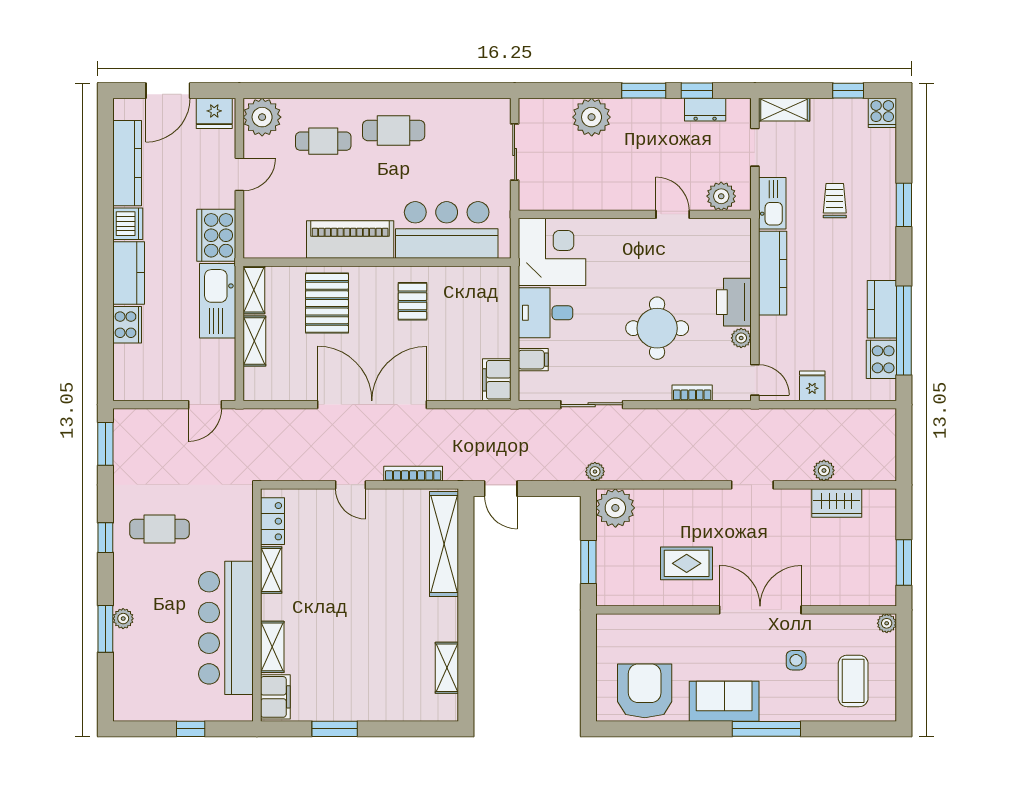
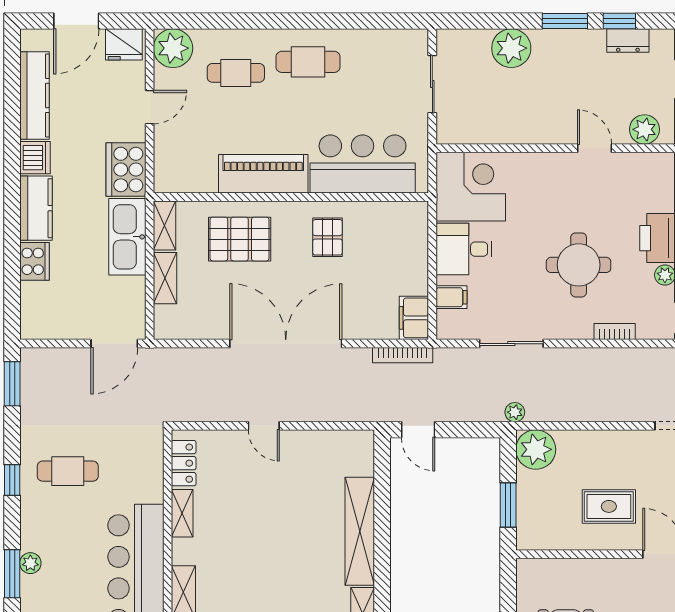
pallet: (327, 303) -> (240, 239), turned 90
door: (205, 405) -> (114, 344), width x1.38
bookcase: (413, 474) -> (403, 355), moved, turned 180
shelving: (444, 544) -> (360, 531), moved

